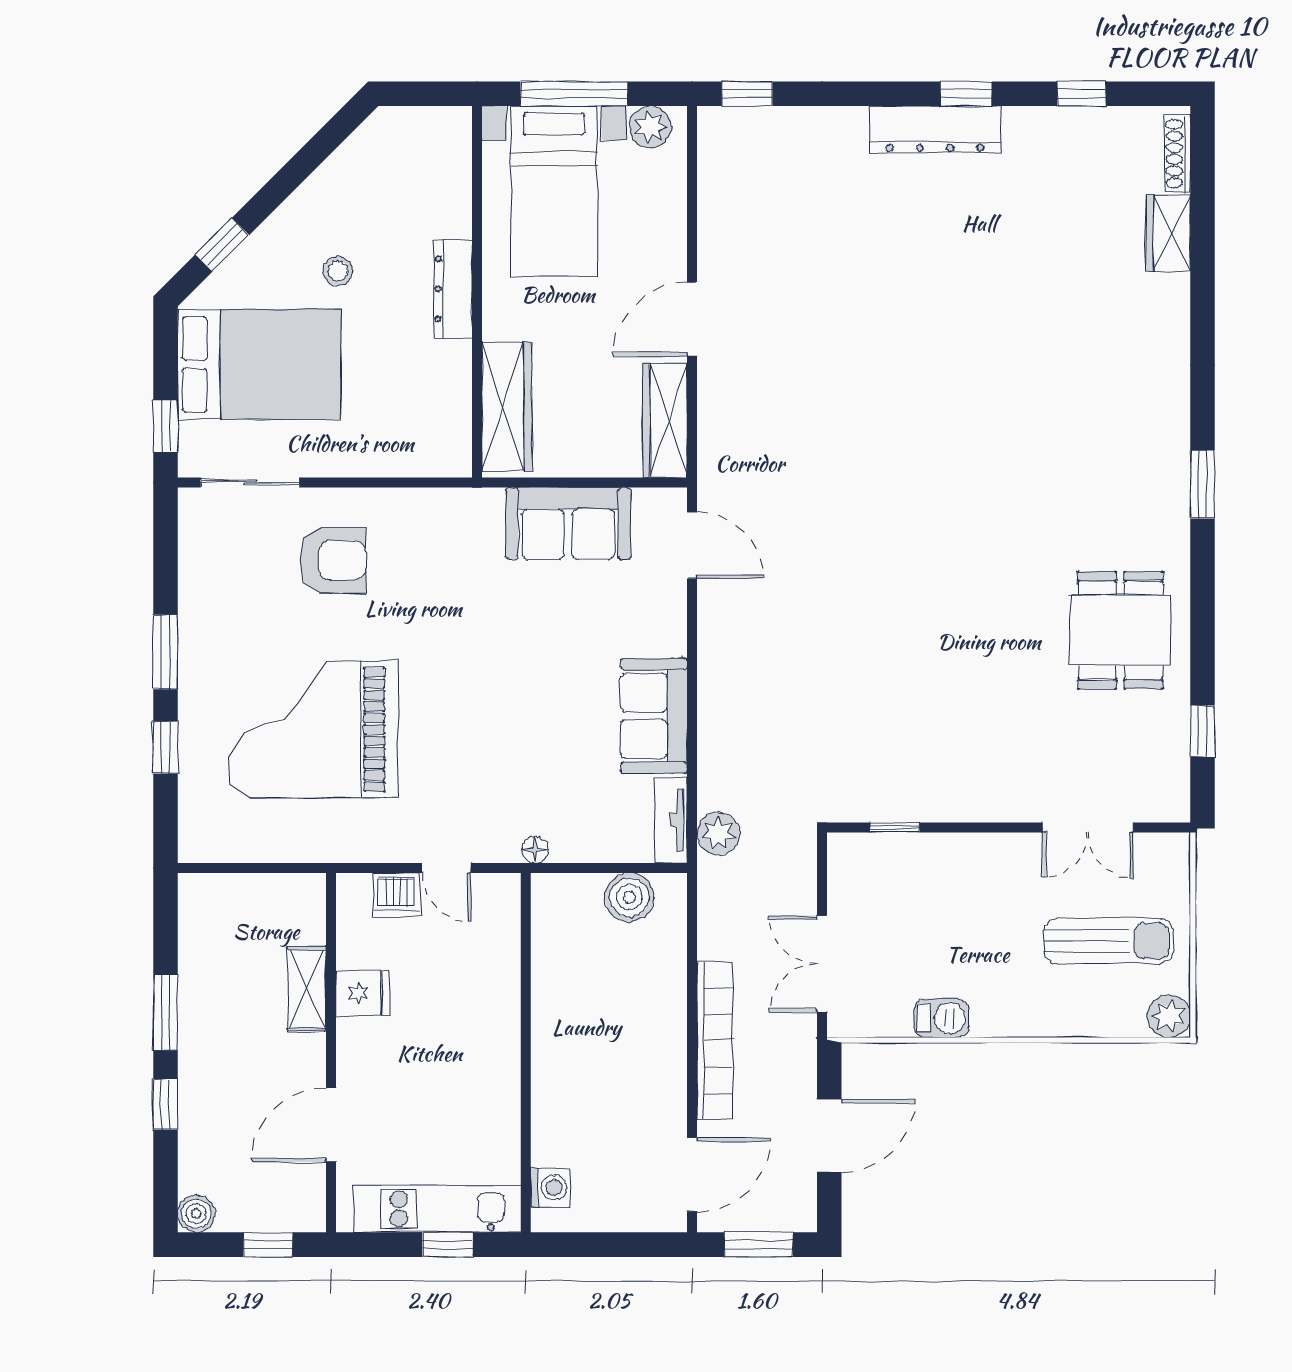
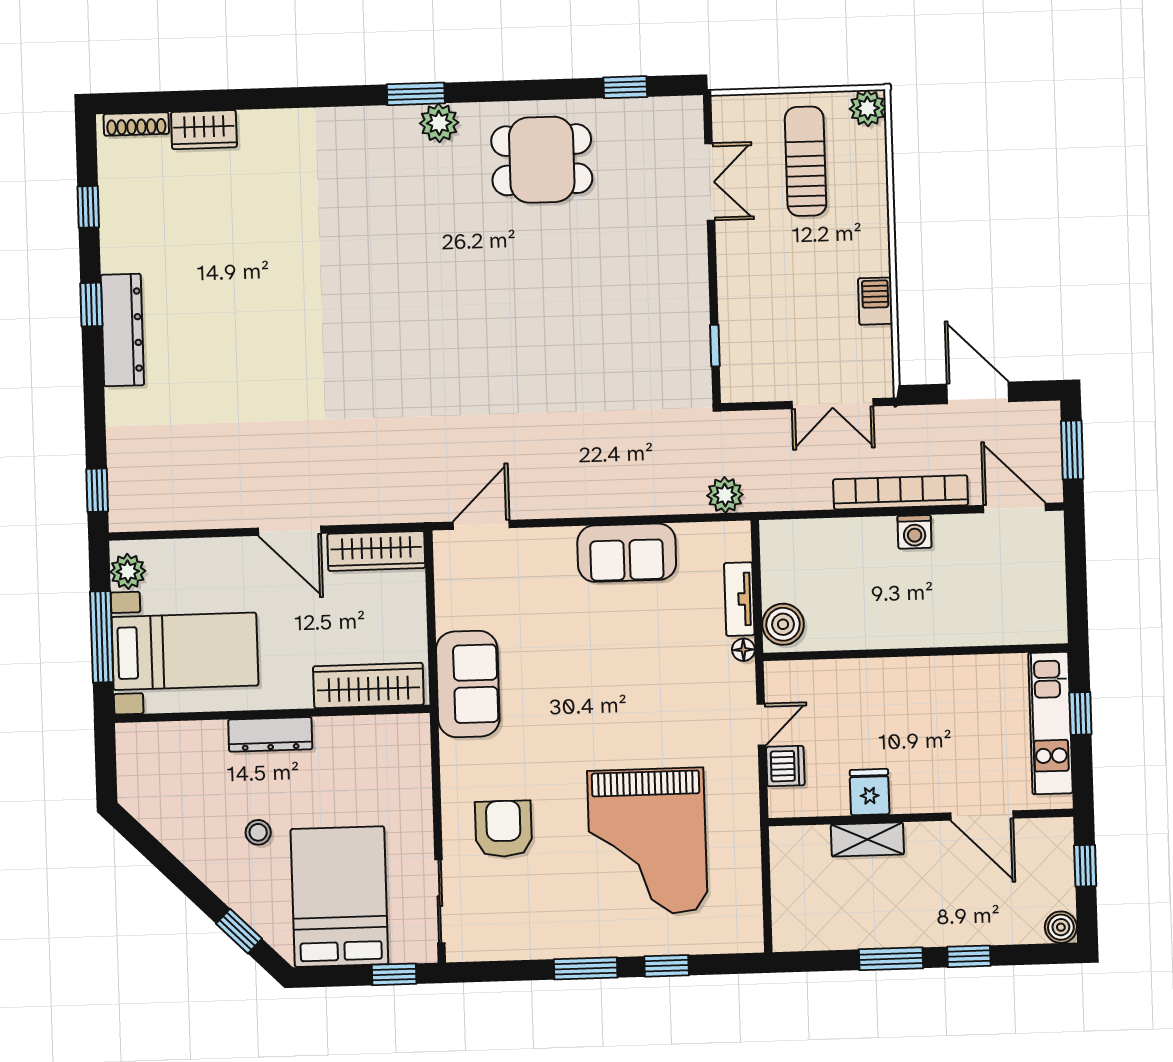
plant: (1167, 511) -> (439, 123), added
sofa: (568, 524) -> (468, 684), moved
tv unit: (671, 820) -> (739, 599), moved, turned 90
boiler: (629, 897) -> (783, 624), moved
washing machine: (550, 1187) -> (914, 532), moved, turned 180

